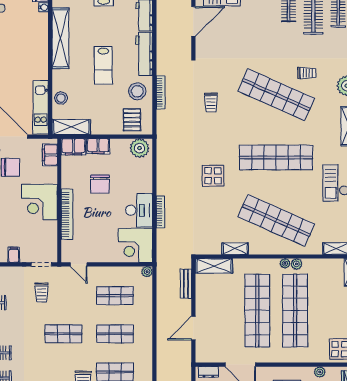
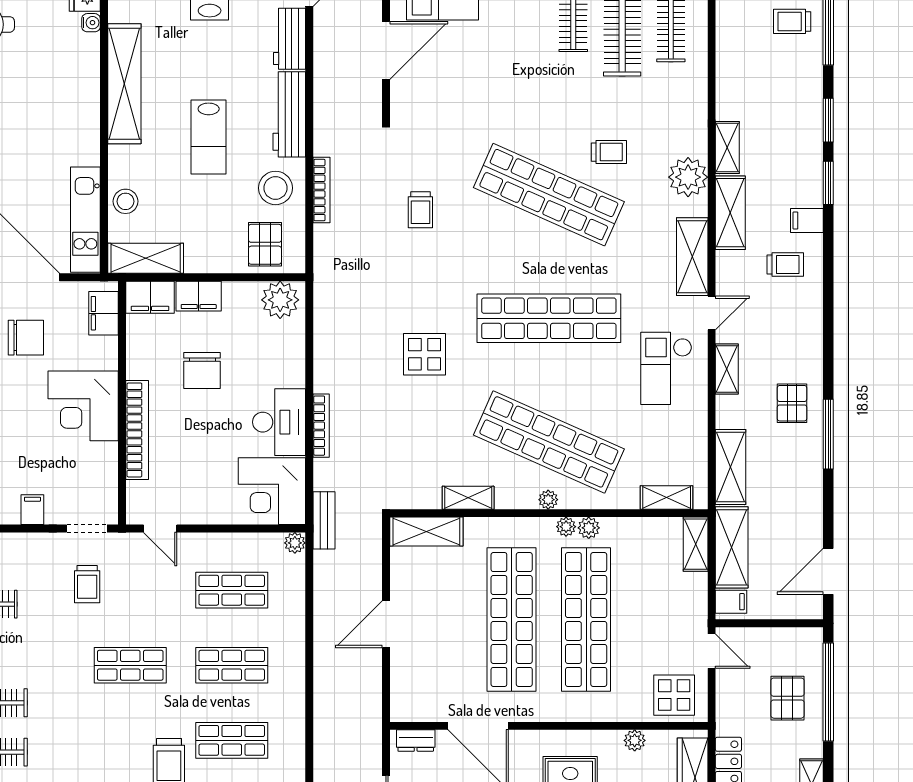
plant: (276, 250) -> (548, 500), added
bench: (186, 284) -> (324, 520), moved
door: (193, 328) -> (386, 624), moved

